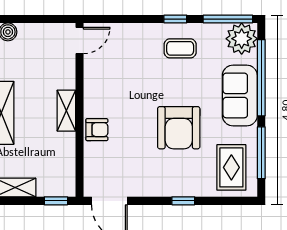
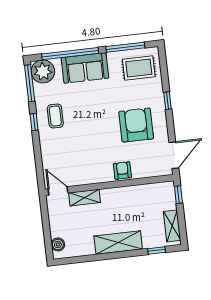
shelving: (66, 111) -> (85, 198), moved
armchair: (179, 128) -> (136, 125), moved, turned -90

